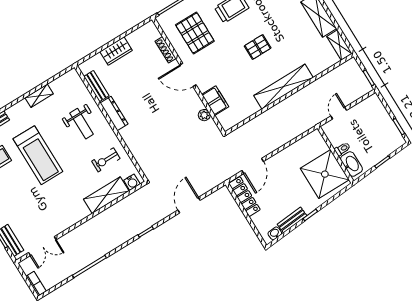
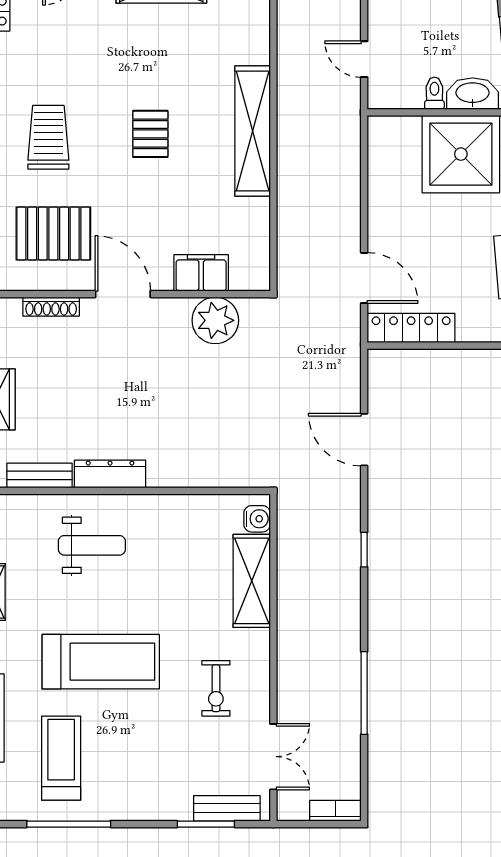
door: (188, 75) -> (123, 294), swing flipped
plant: (204, 115) -> (215, 320), width x1.87, depth x1.87
exercise bike: (106, 160) -> (216, 688), moved

